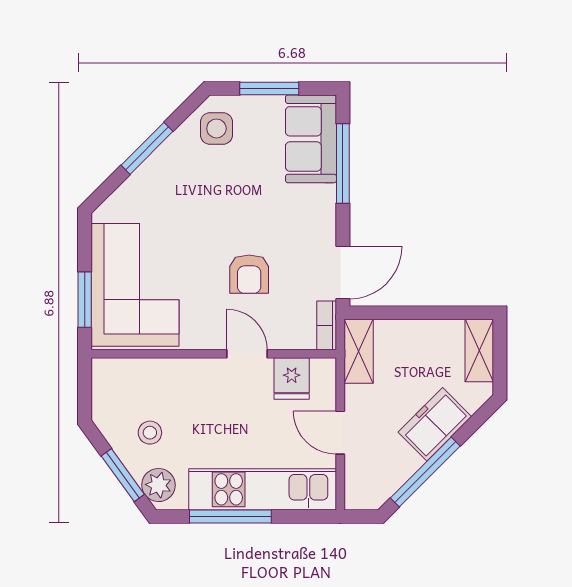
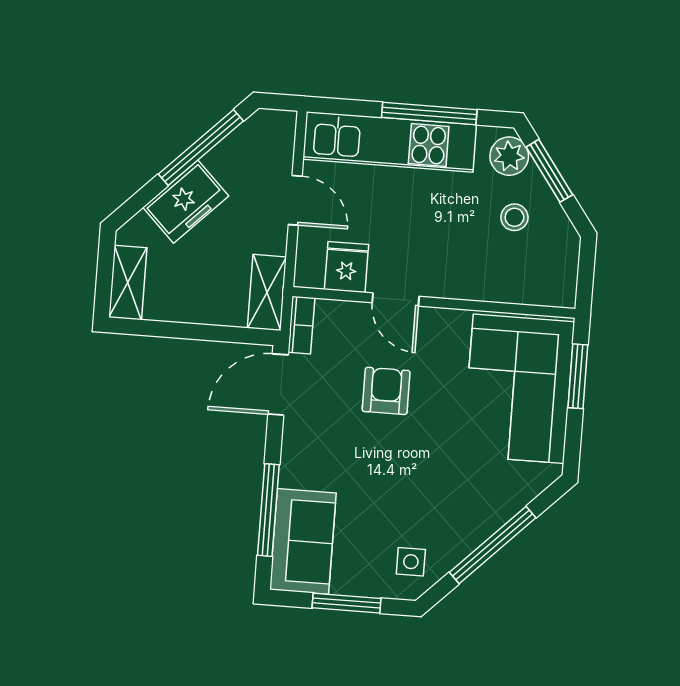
side table: (216, 128) -> (411, 562), width x0.73, depth x0.73
window: (147, 148) -> (493, 545), width x1.44

